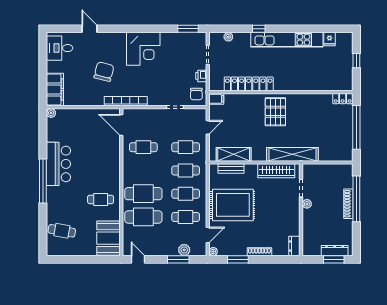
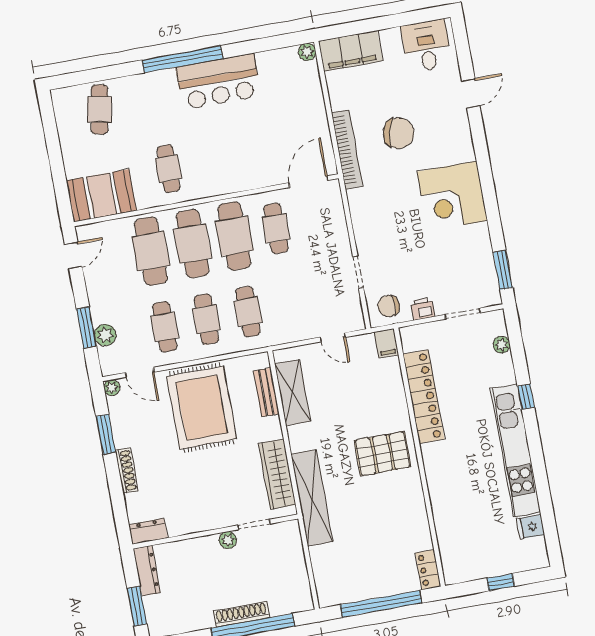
bookcase: (126, 101) -> (347, 150), moved
cafe table: (186, 147) -> (234, 236), moved, width x1.37, depth x1.35
dresser: (335, 251) -> (147, 571), moved

